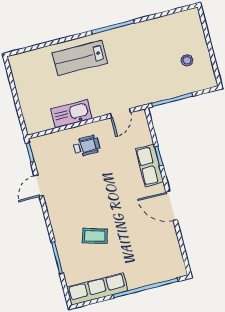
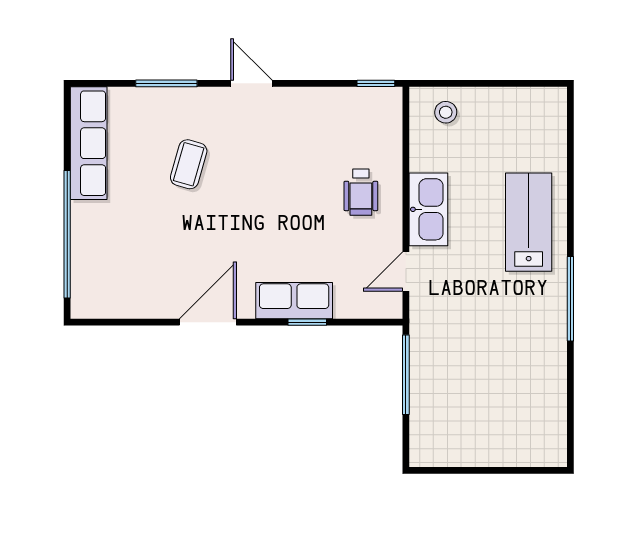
stool: (187, 60) -> (446, 112), moved
door: (120, 113) -> (406, 271), hinge flipped
kitchen sink: (71, 114) -> (428, 209), moved
door: (39, 186) -> (251, 83), moved

